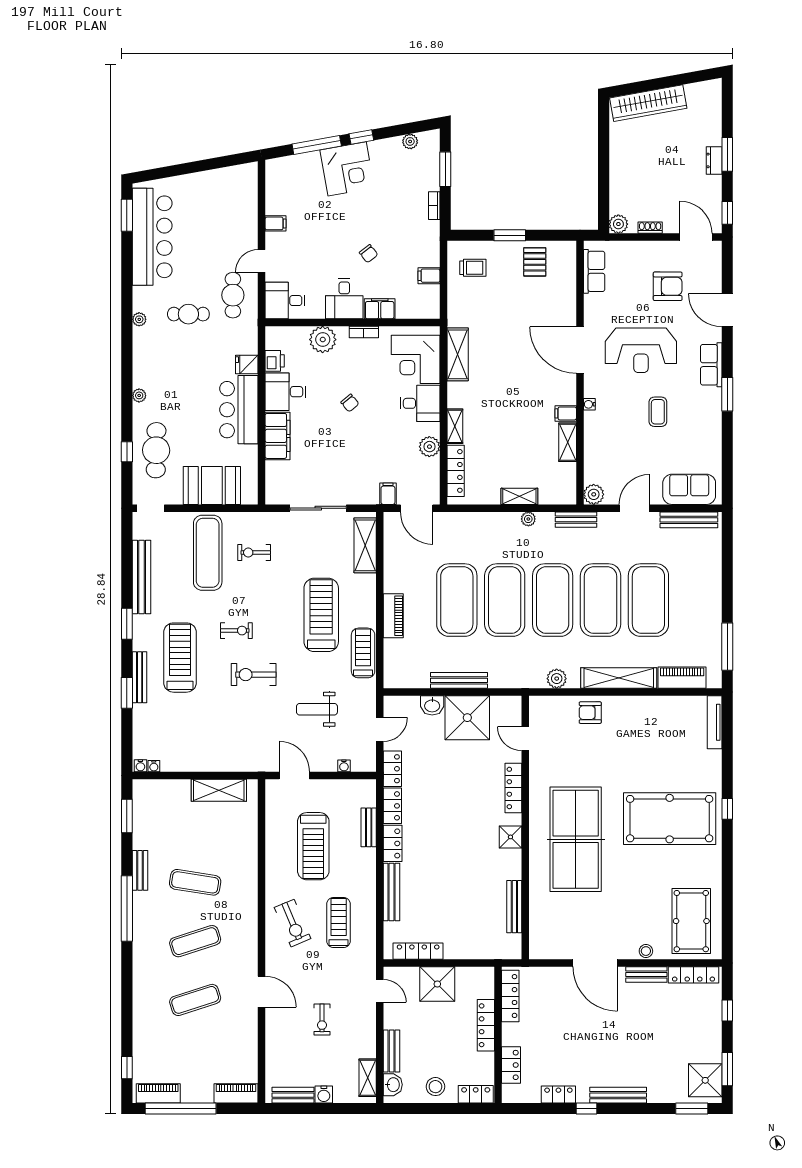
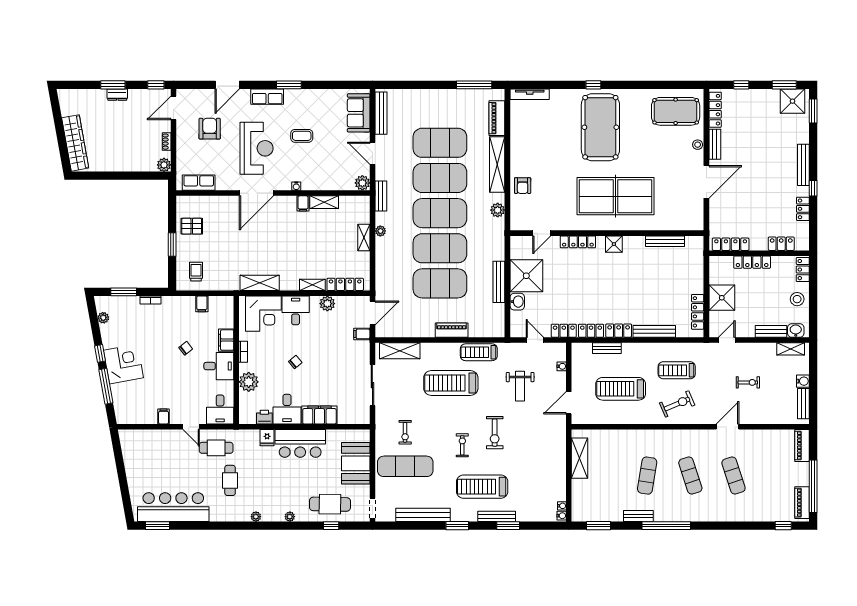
plant: (139, 319) -> (256, 517), moved
treadmill: (313, 846) -> (621, 389), turned 180

